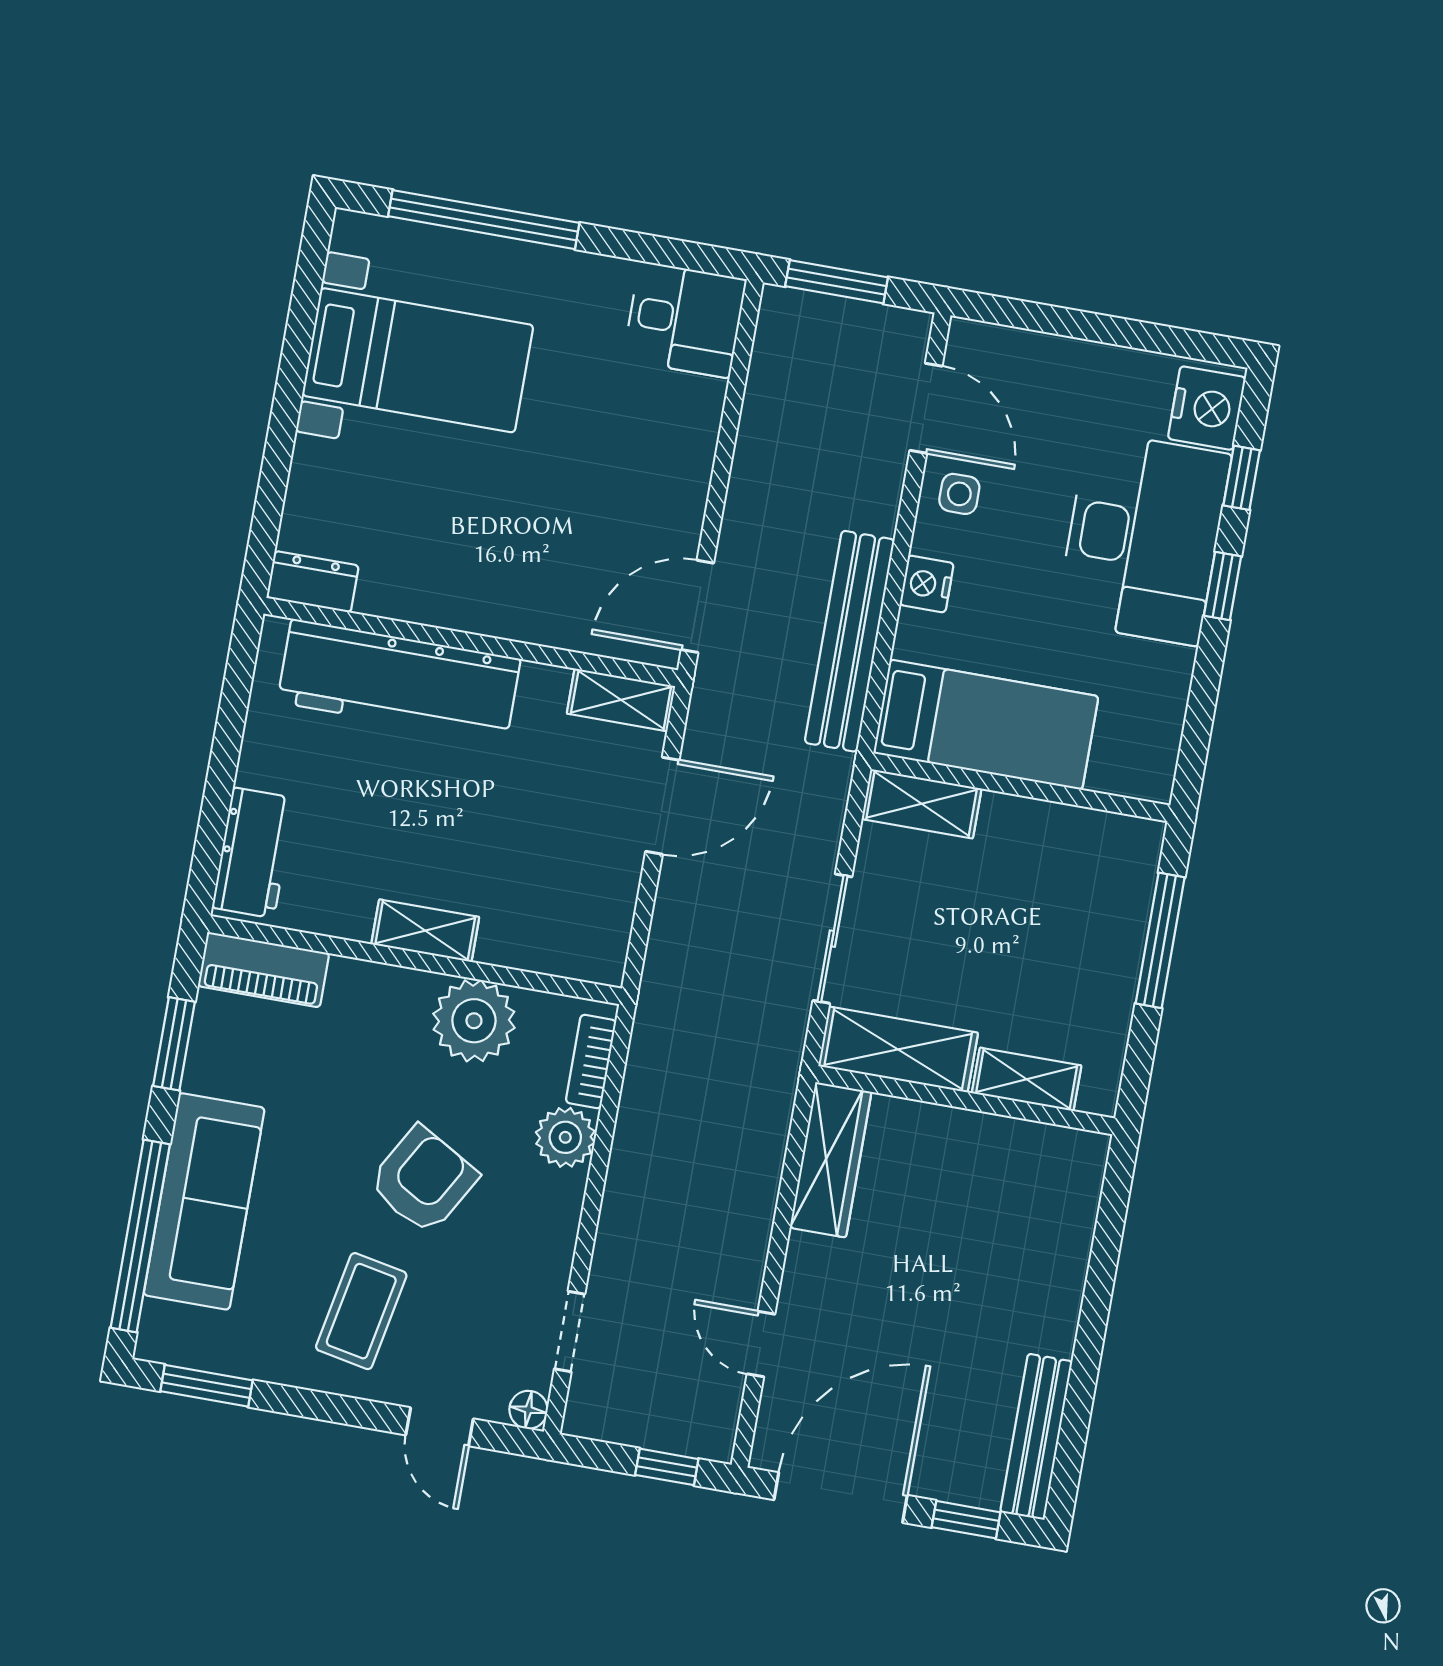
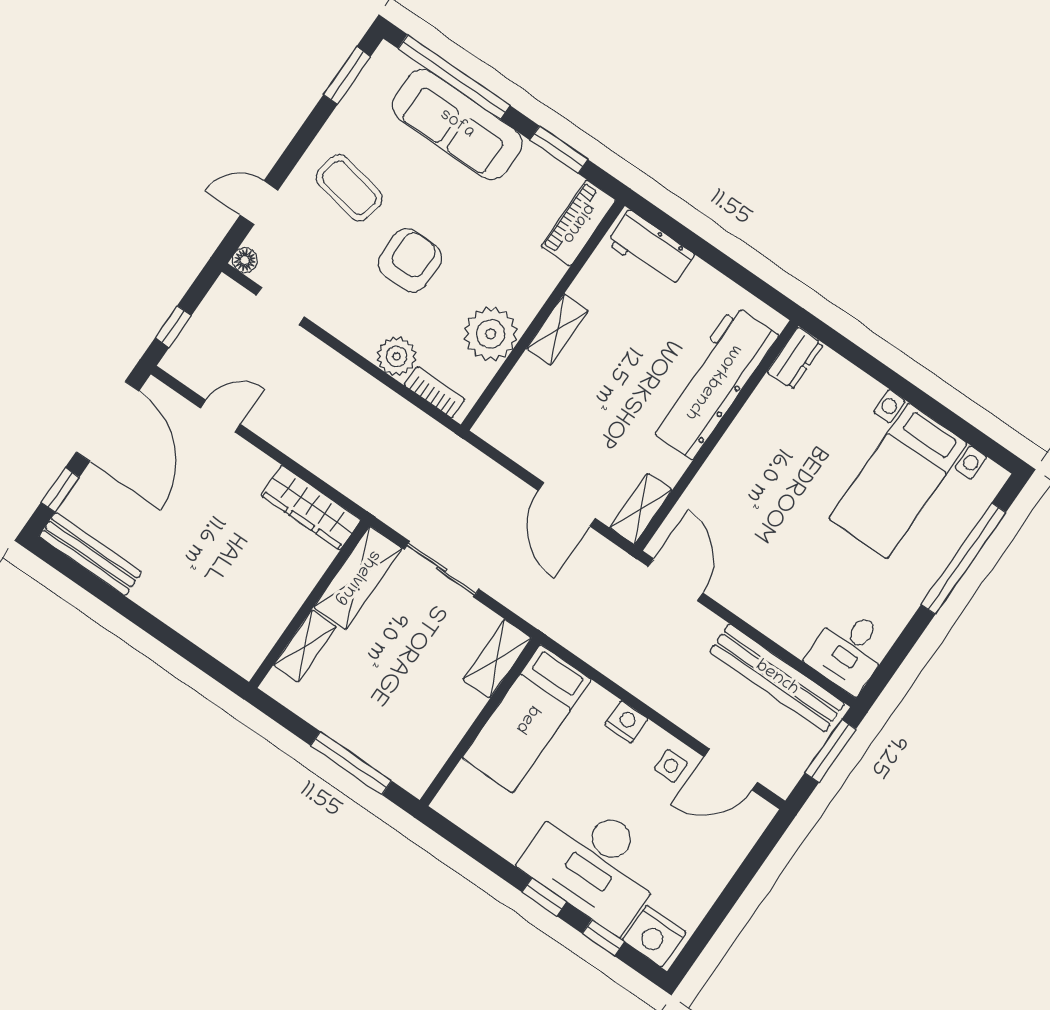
bench: (850, 641) -> (777, 678), moved
armchair: (423, 1180) -> (410, 260), turned -120

